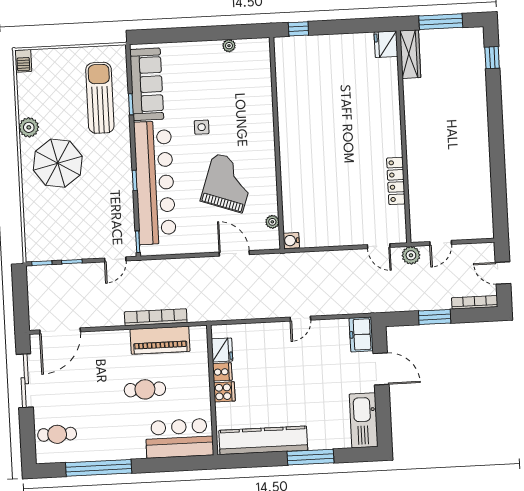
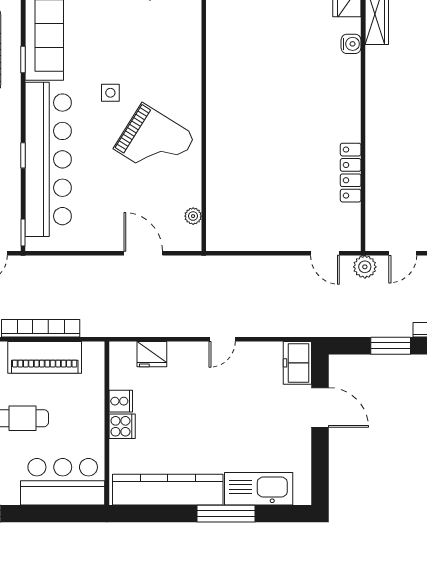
grand piano: (228, 183) -> (155, 142), moved, turned 103
water cooler: (291, 241) -> (351, 44), moved, turned 180
fridge: (222, 350) -> (152, 354), moved, turned 90
kitchen sink: (364, 420) -> (259, 489), moved, turned 90

